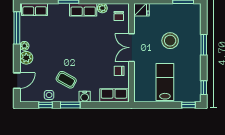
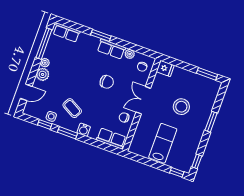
chair: (90, 43) -> (107, 82), added

